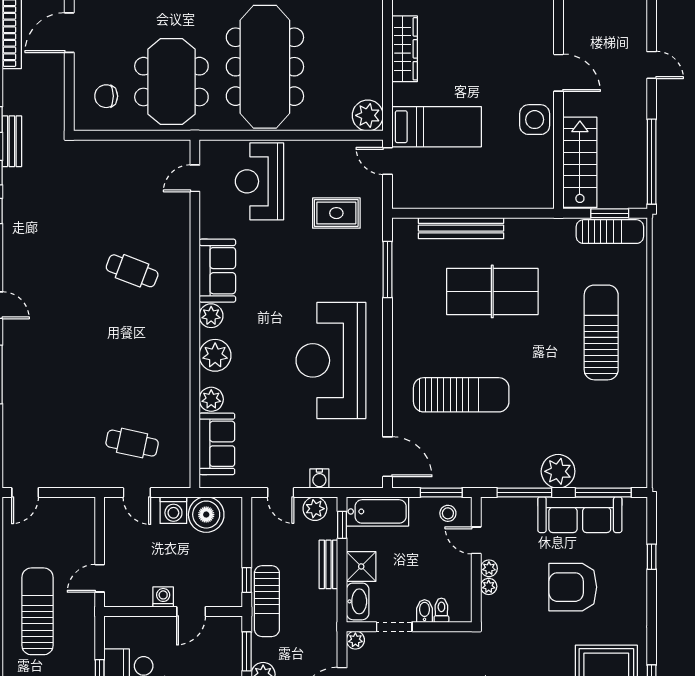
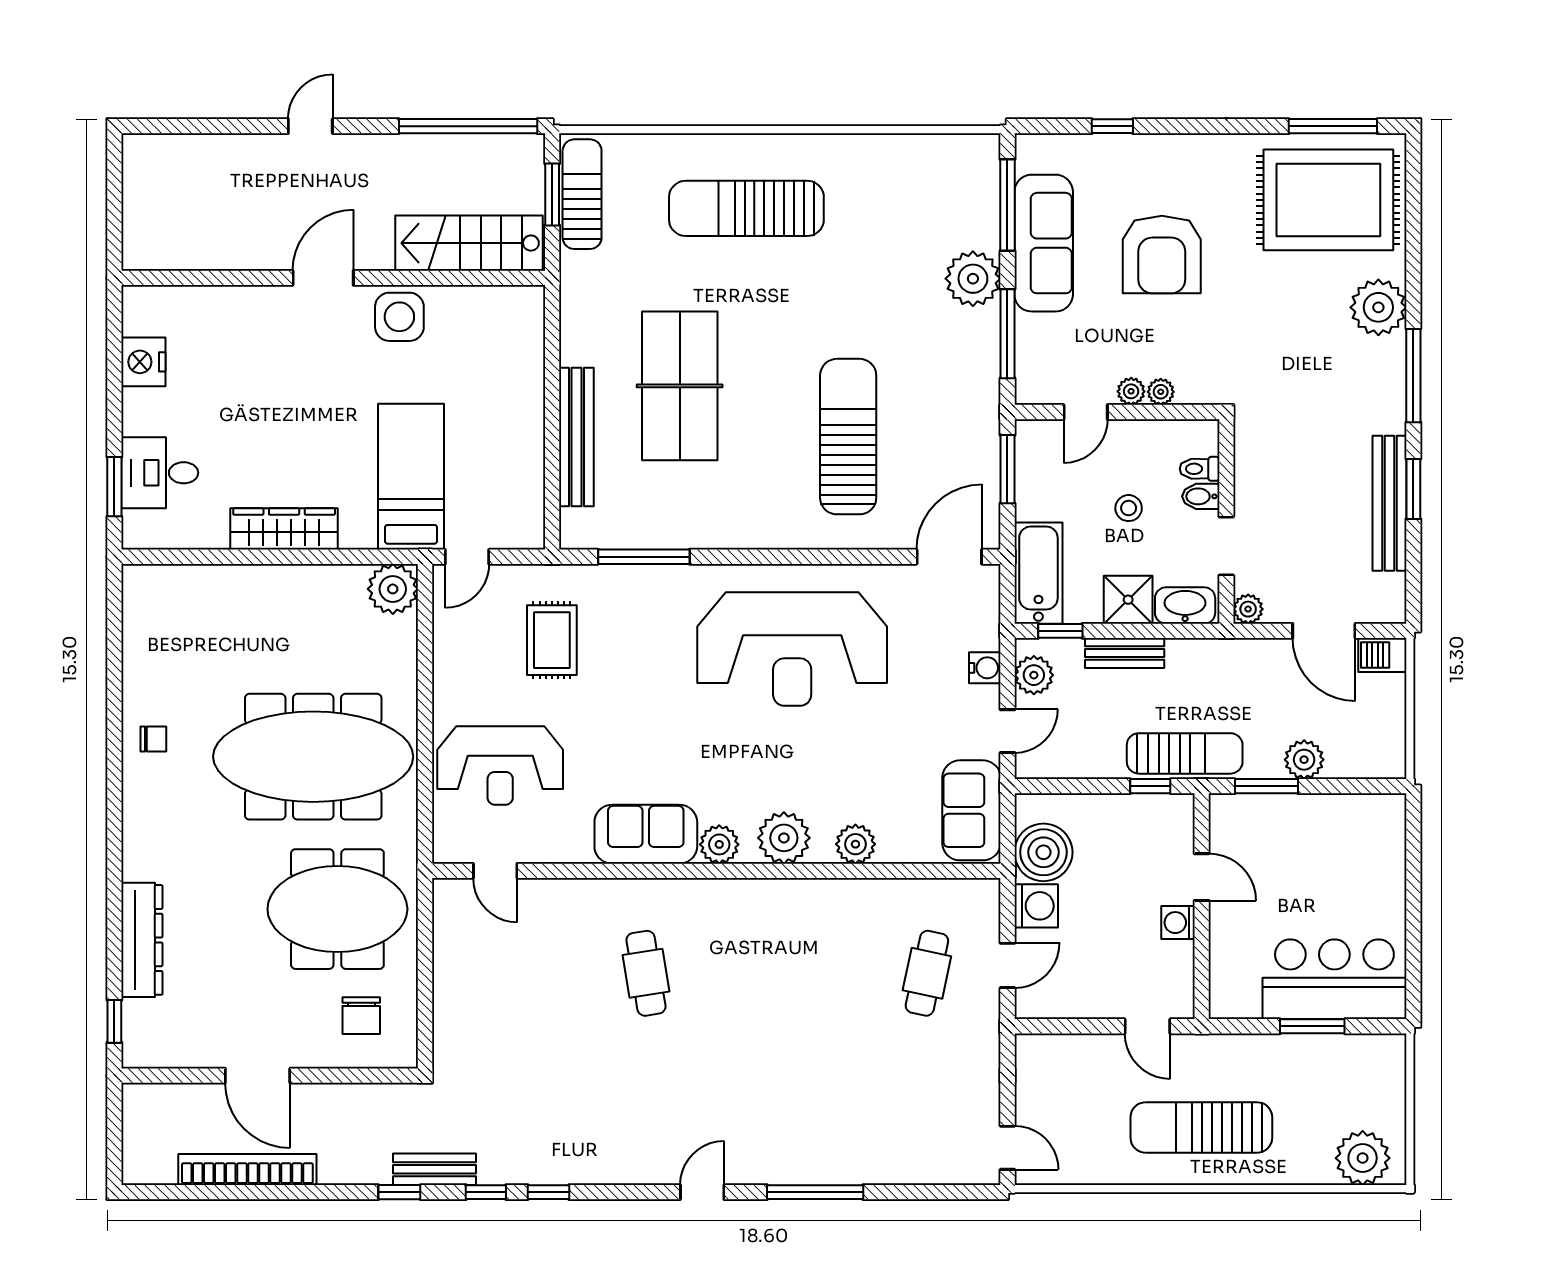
cafe table: (132, 271) -> (646, 973), turned -30
sofa: (217, 444) -> (971, 810), moved, turned -90
stool: (448, 513) -> (1129, 508), moved

